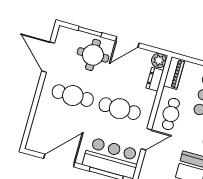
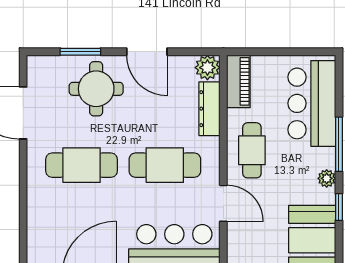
door: (127, 42) -> (147, 52), hinge flipped
dresser: (155, 79) -> (209, 109), width x1.44
door: (146, 139) -> (223, 203), hinge flipped

